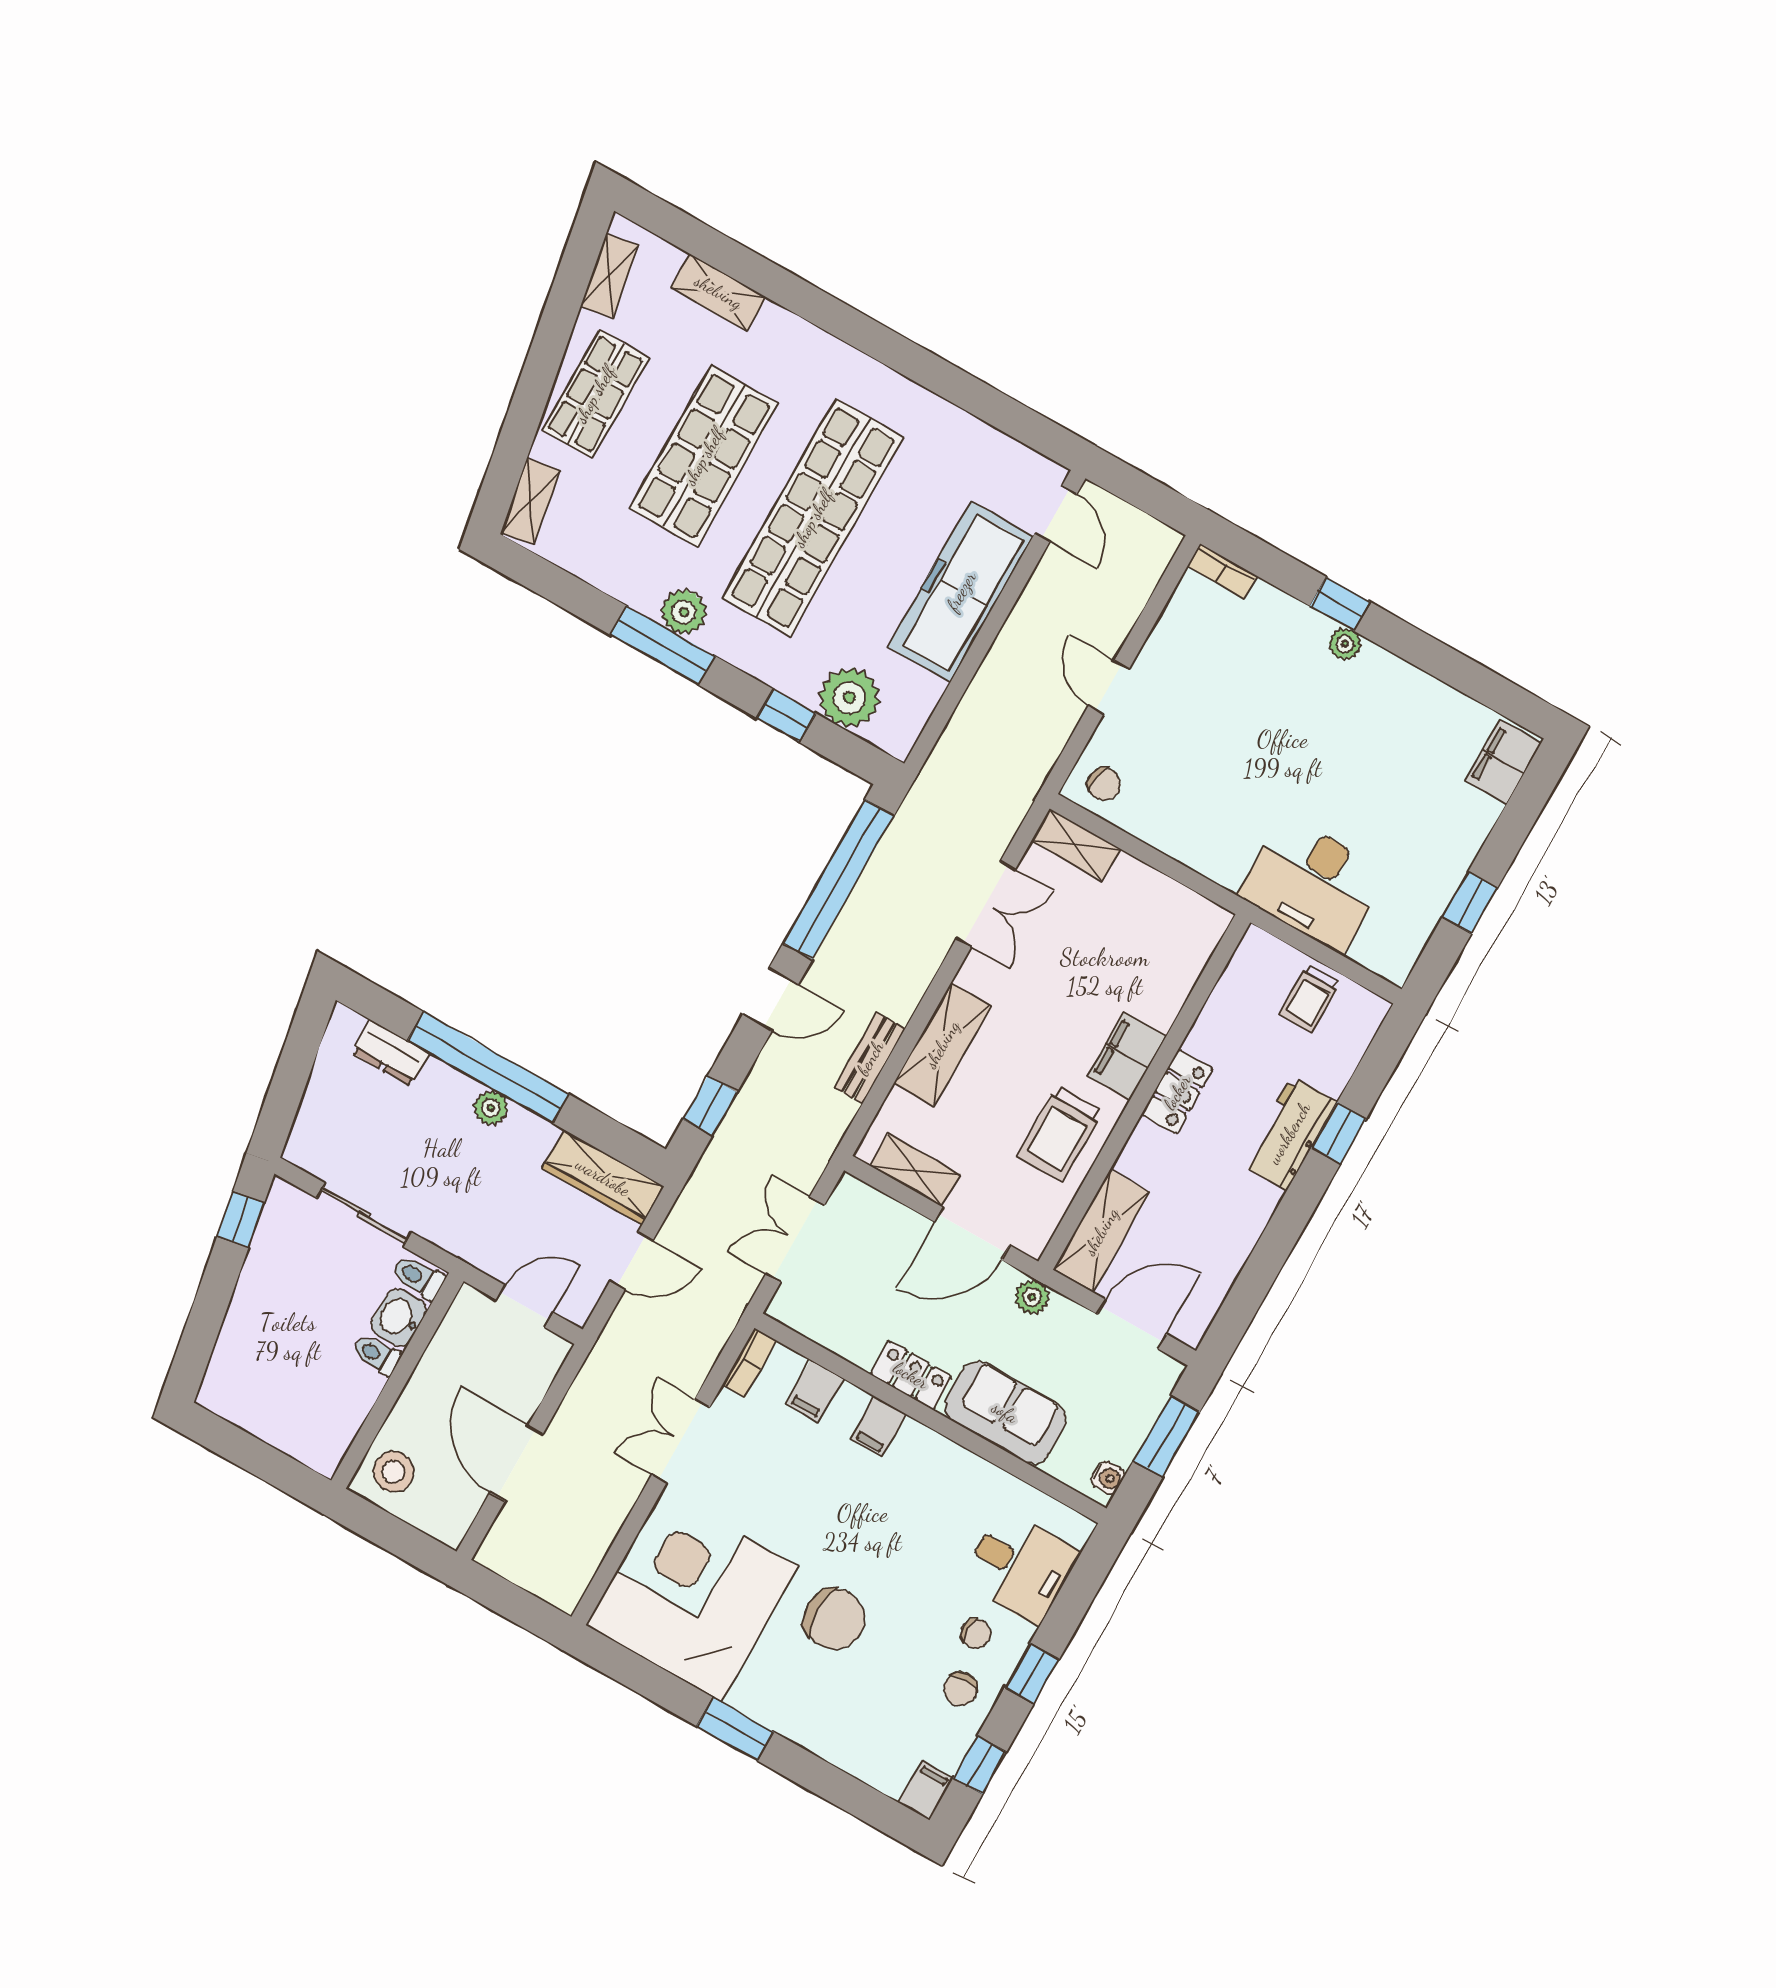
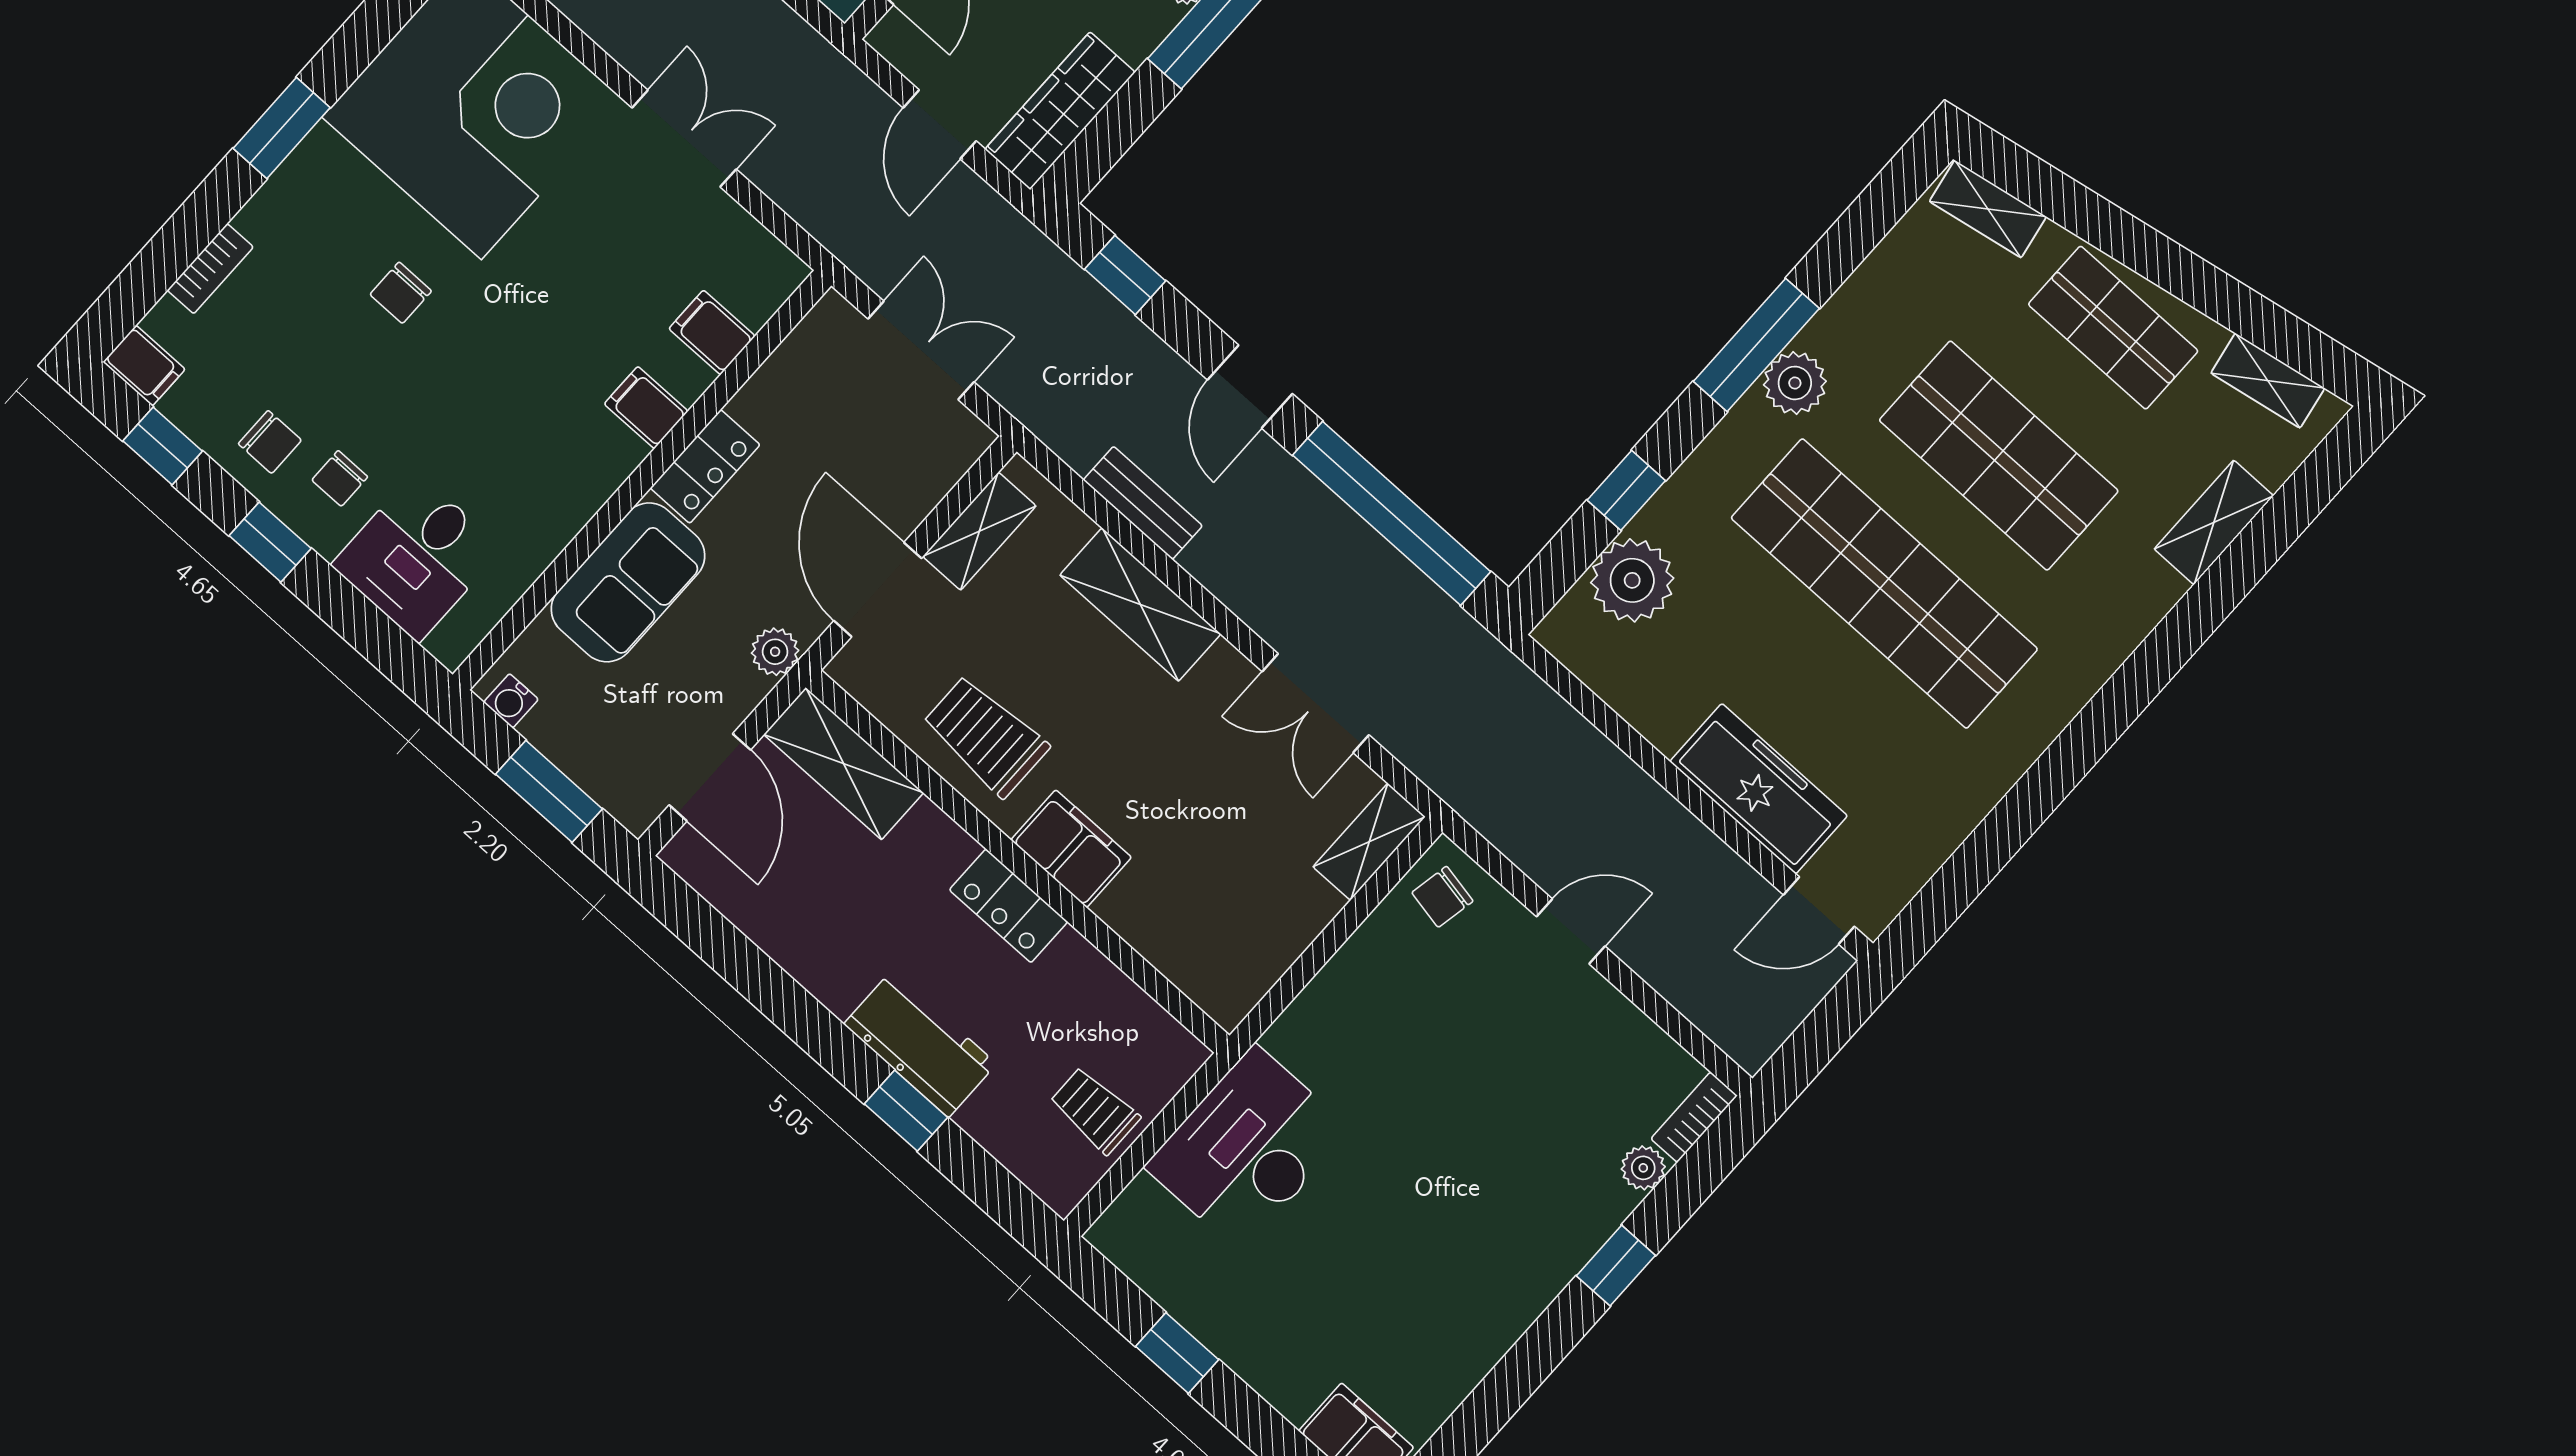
freezer: (961, 591) -> (1759, 789), width x0.73, depth x0.79
plant: (1345, 644) -> (1643, 1168), moved
bookcase: (750, 1363) -> (210, 269), moved, turned -90
chair: (834, 1619) -> (401, 293), width x0.54, depth x0.54
chair: (961, 1689) -> (270, 442), turned 180

